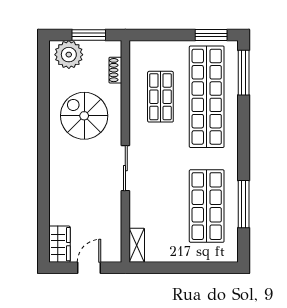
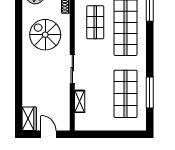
shelving: (137, 245) -> (80, 101), moved
door: (89, 268) -> (48, 134), hinge flipped

